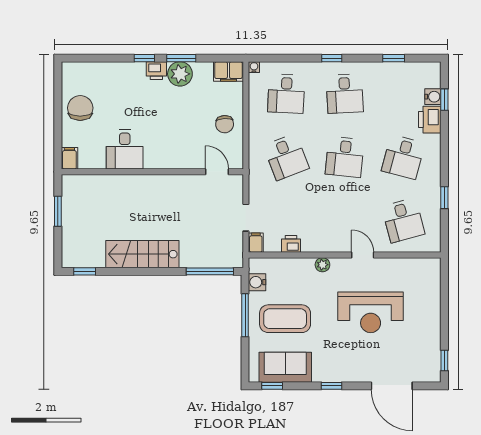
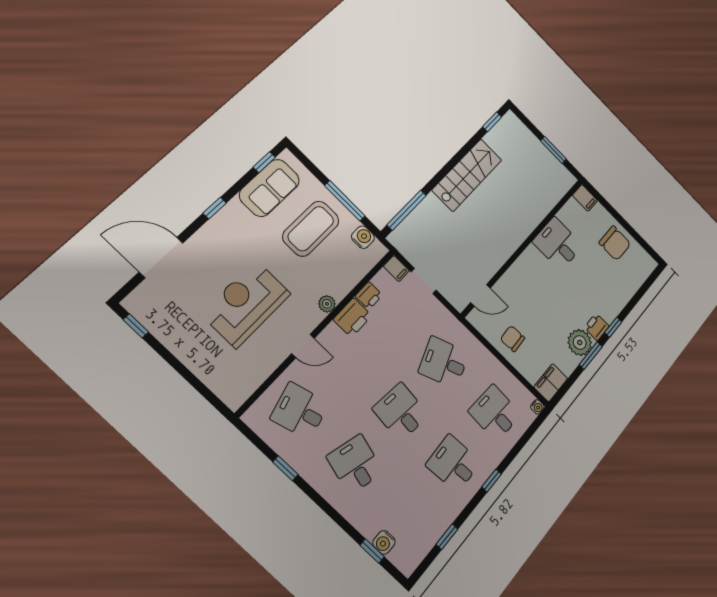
printer: (430, 120) -> (352, 318), moved, turned 90

